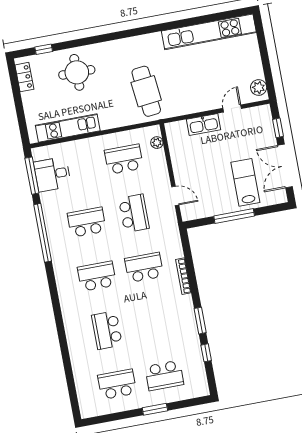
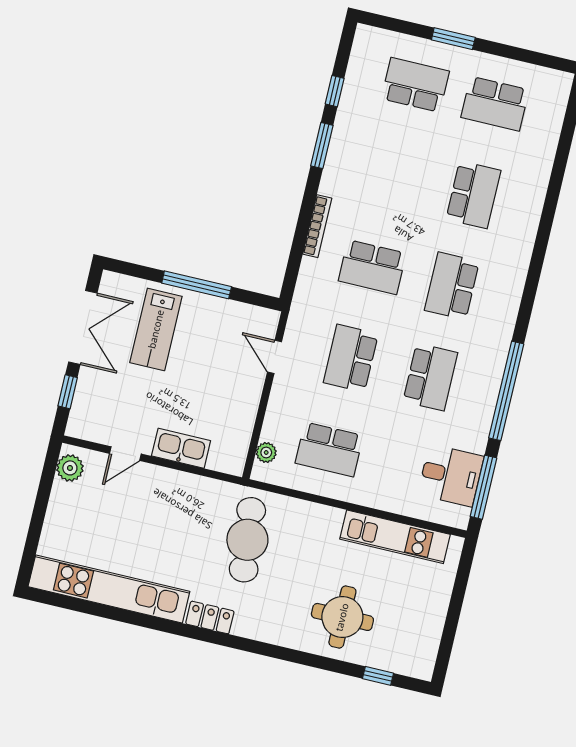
locker: (24, 77) -> (210, 617), moved, turned 90
school desk: (87, 222) -> (430, 377), turned -90
school desk: (97, 276) -> (452, 286), turned 90

